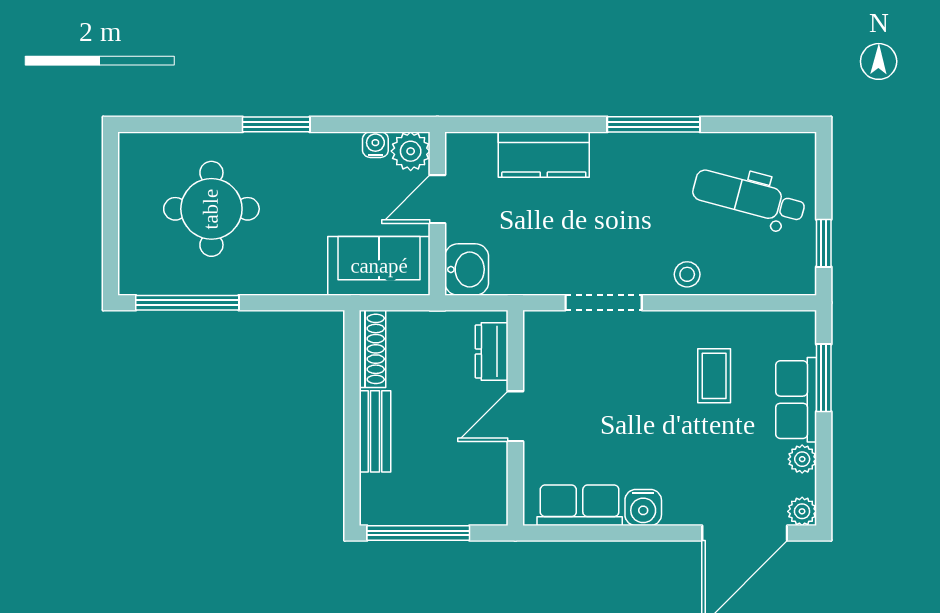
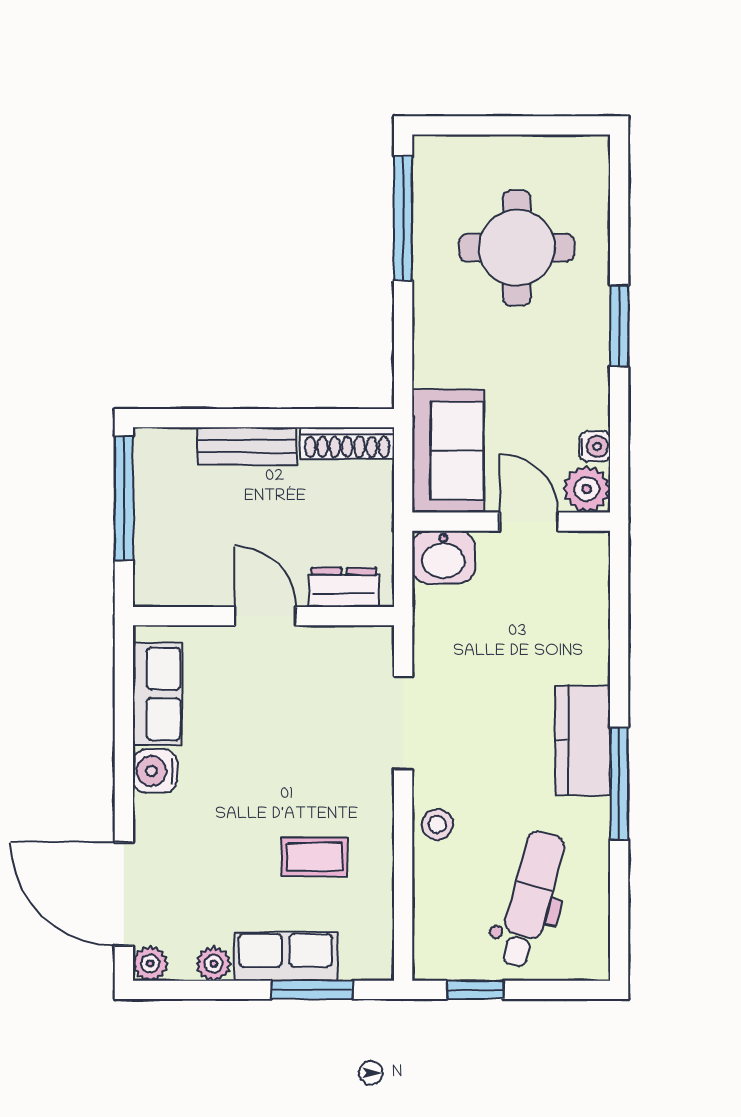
kitchen counter: (544, 155) -> (583, 740), moved

